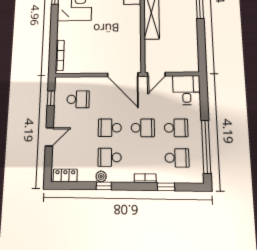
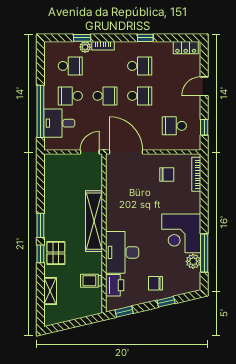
chair: (86, 55) -> (167, 175), added
desk: (187, 90) -> (59, 123), moved, turned 90
school desk: (143, 128) -> (105, 96), turned 180
window: (206, 147) -> (40, 111), moved
school desk: (177, 158) -> (70, 66), turned 180
plant: (101, 176) -> (85, 47), moved

